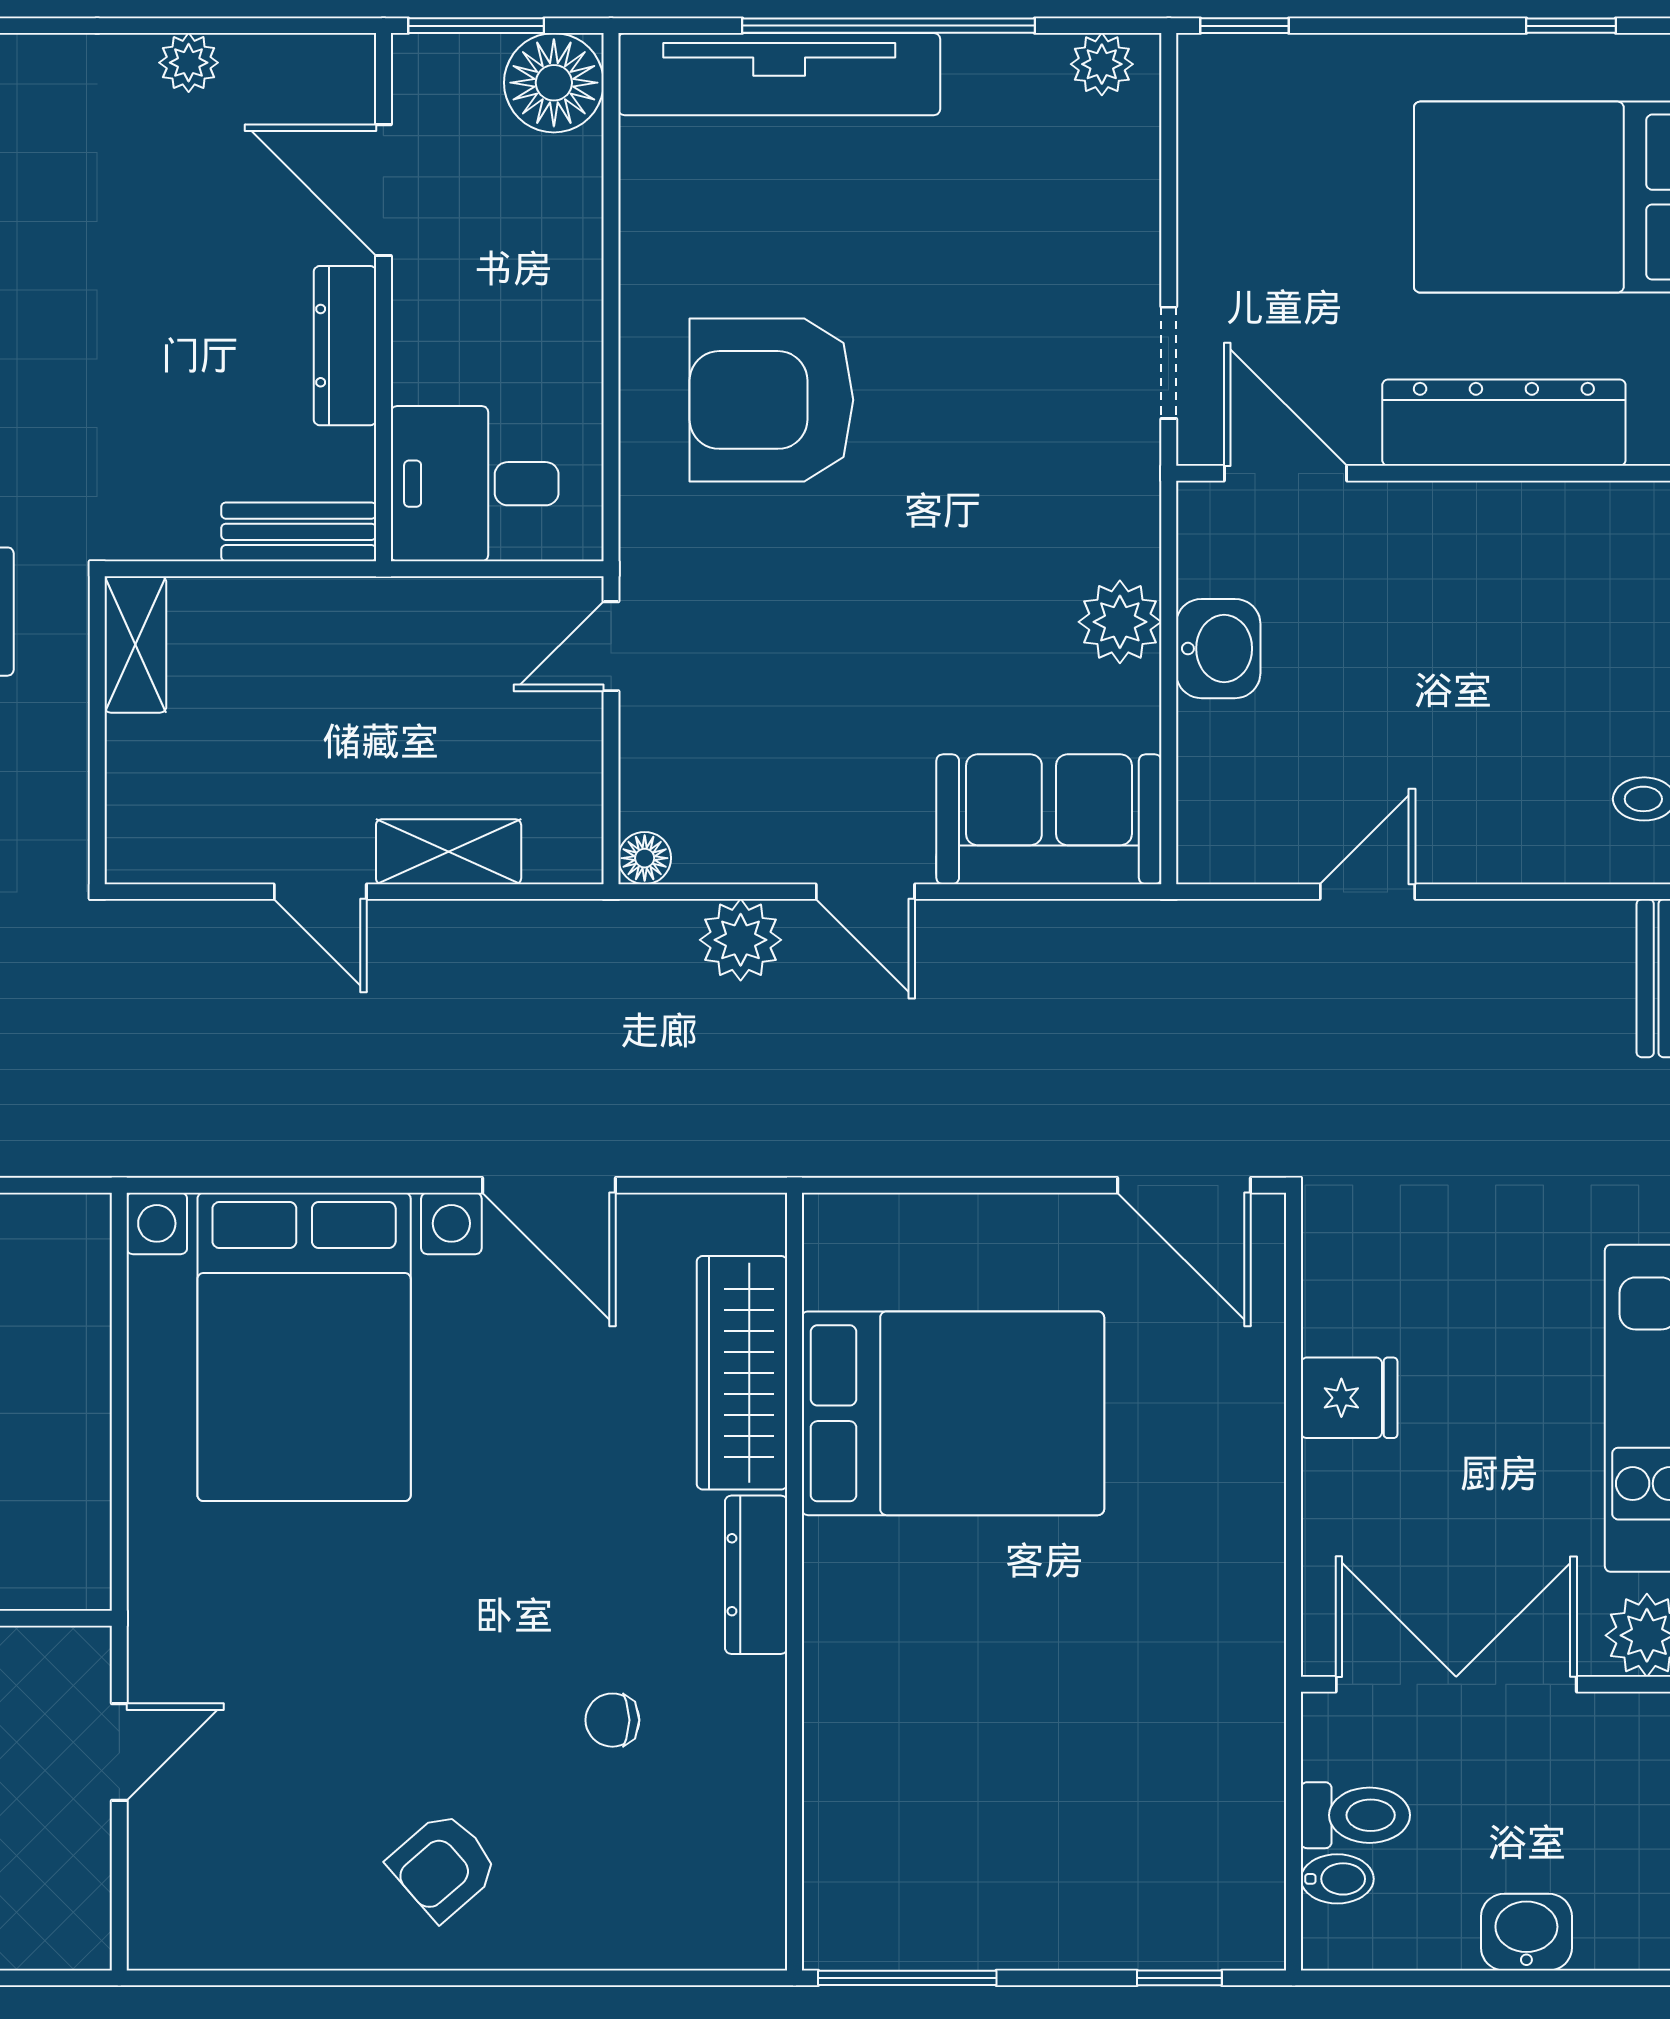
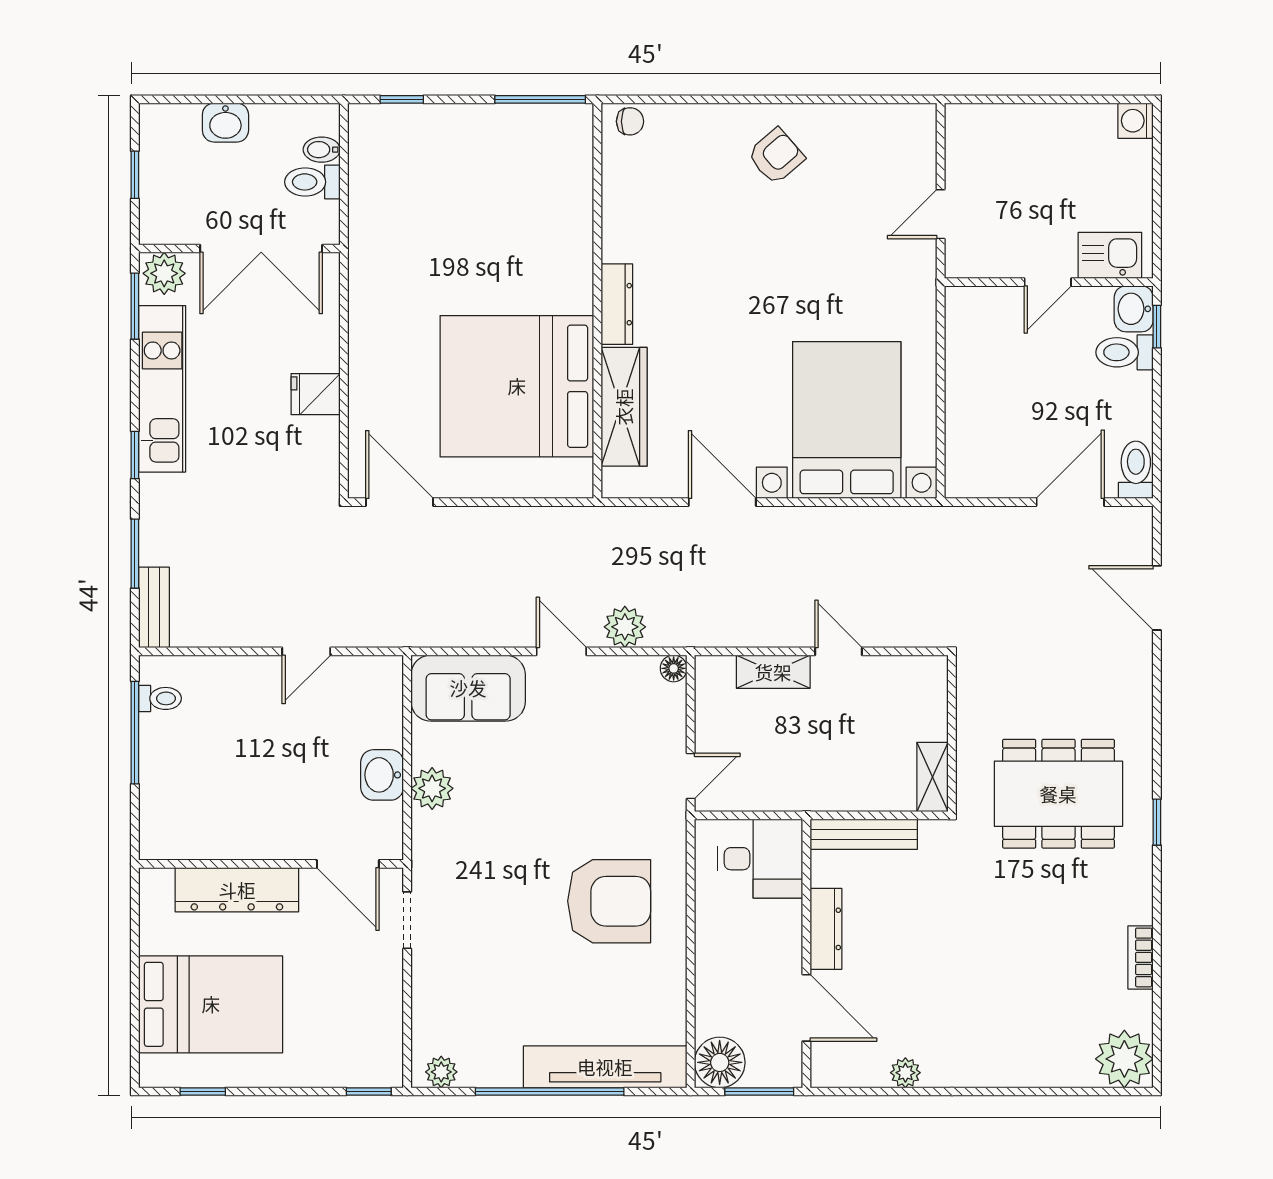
bench: (299, 532) -> (864, 834), width x1.36
bed: (953, 1413) -> (517, 386), width x1.36
chair: (612, 1720) -> (630, 121), moved

